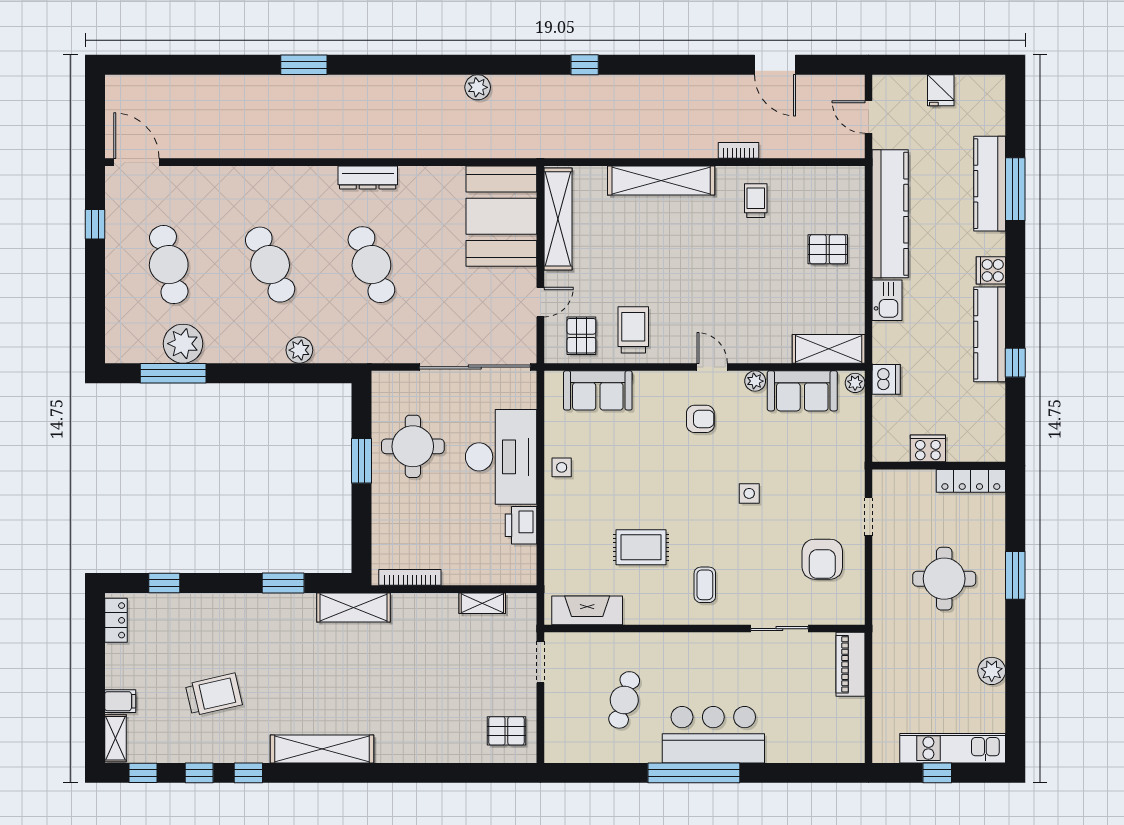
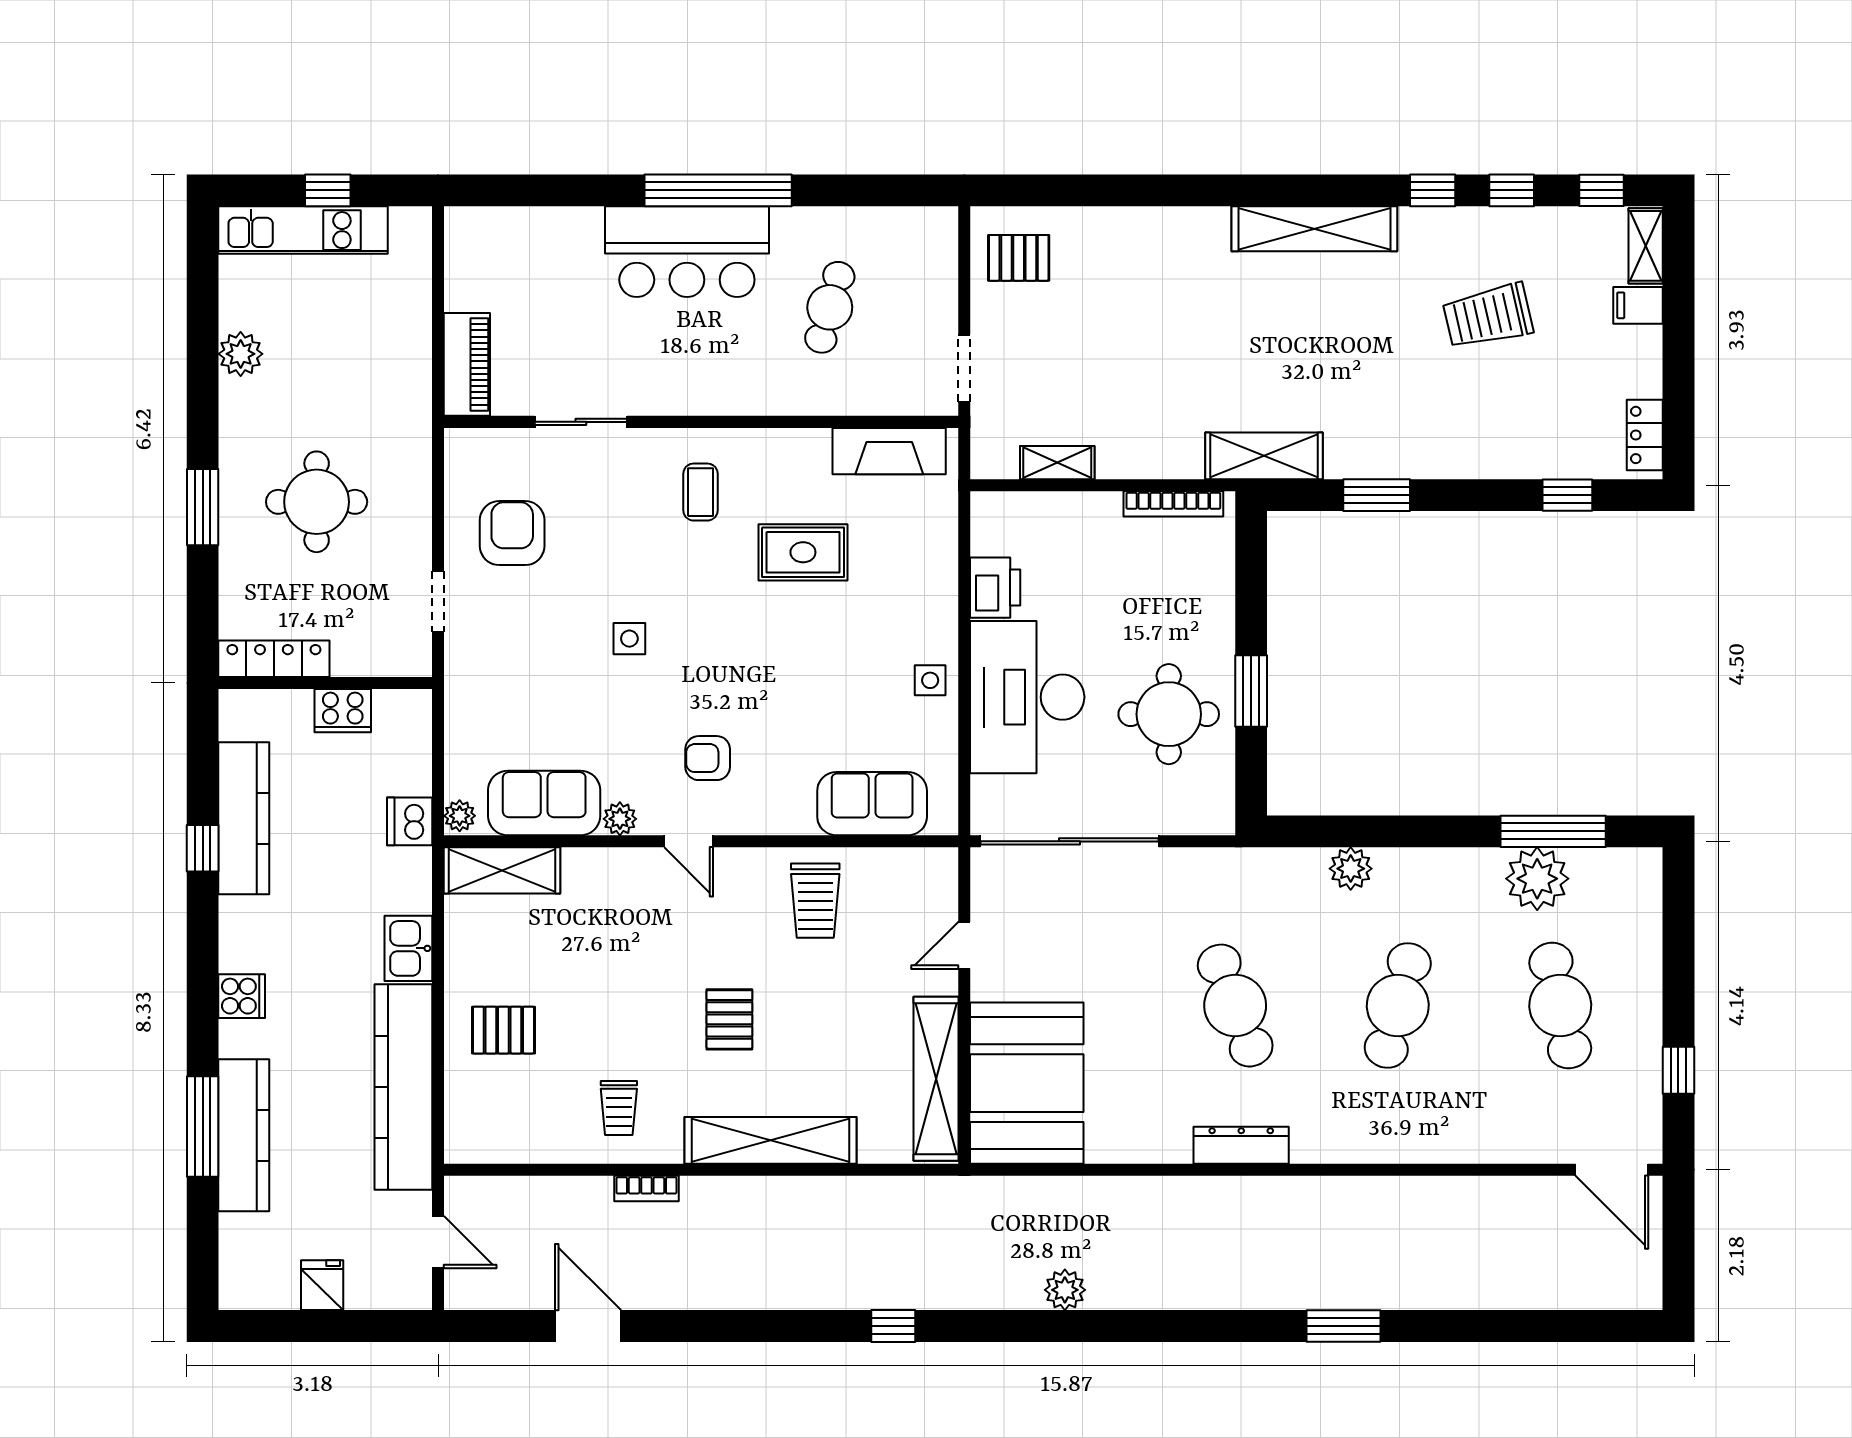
cafe table: (270, 265) -> (1398, 1006), turned 39
kitchen counter: (990, 334) -> (244, 818), moved
pallet: (581, 336) -> (729, 1019), moved

